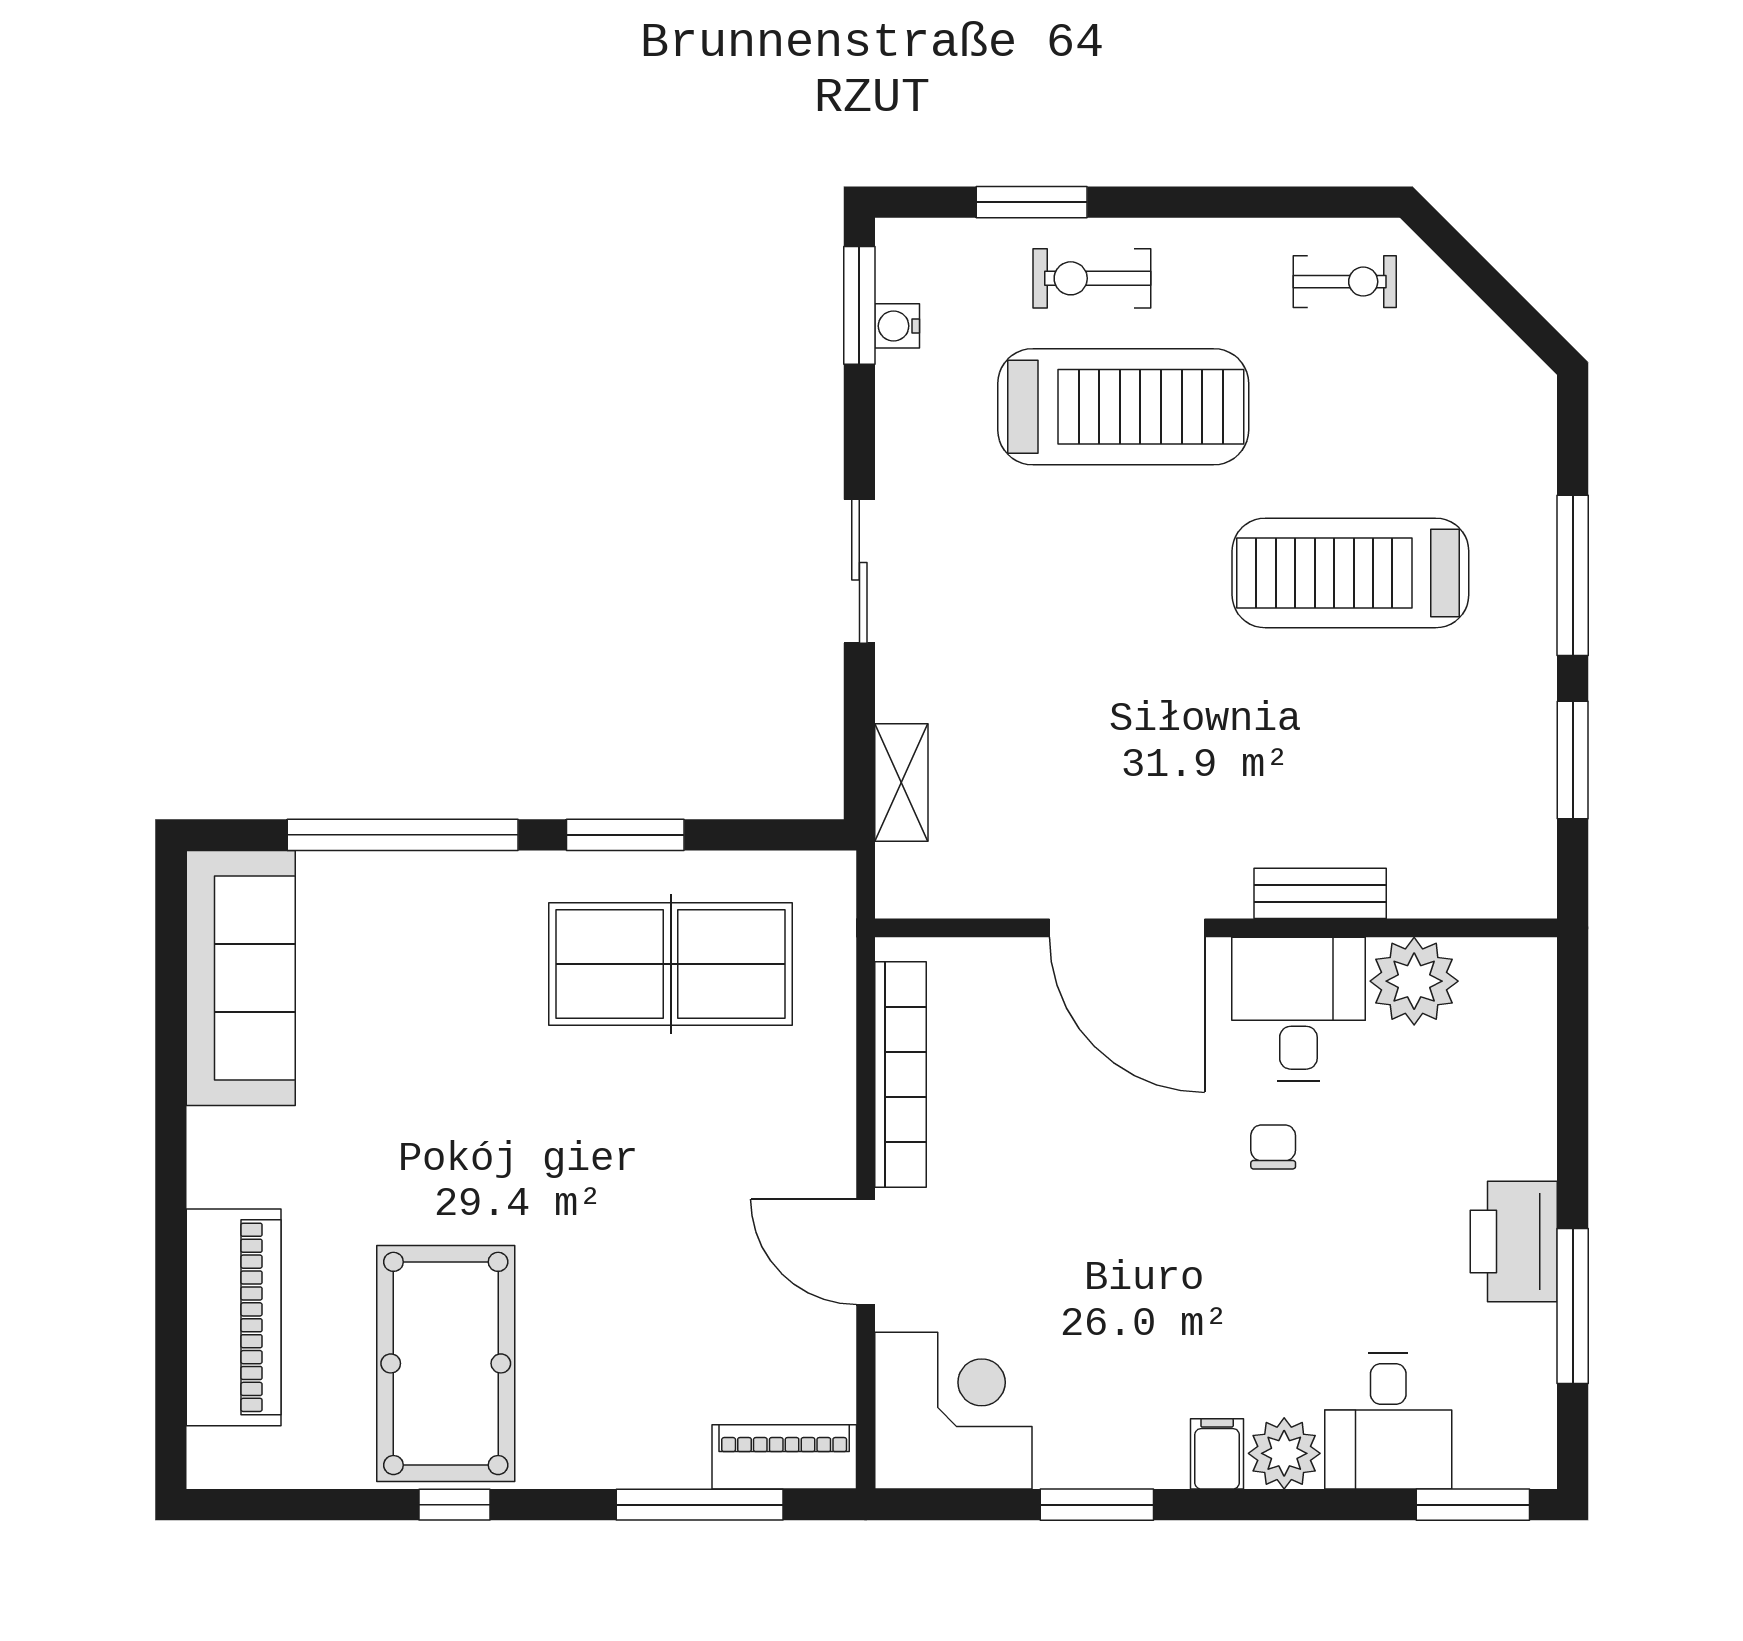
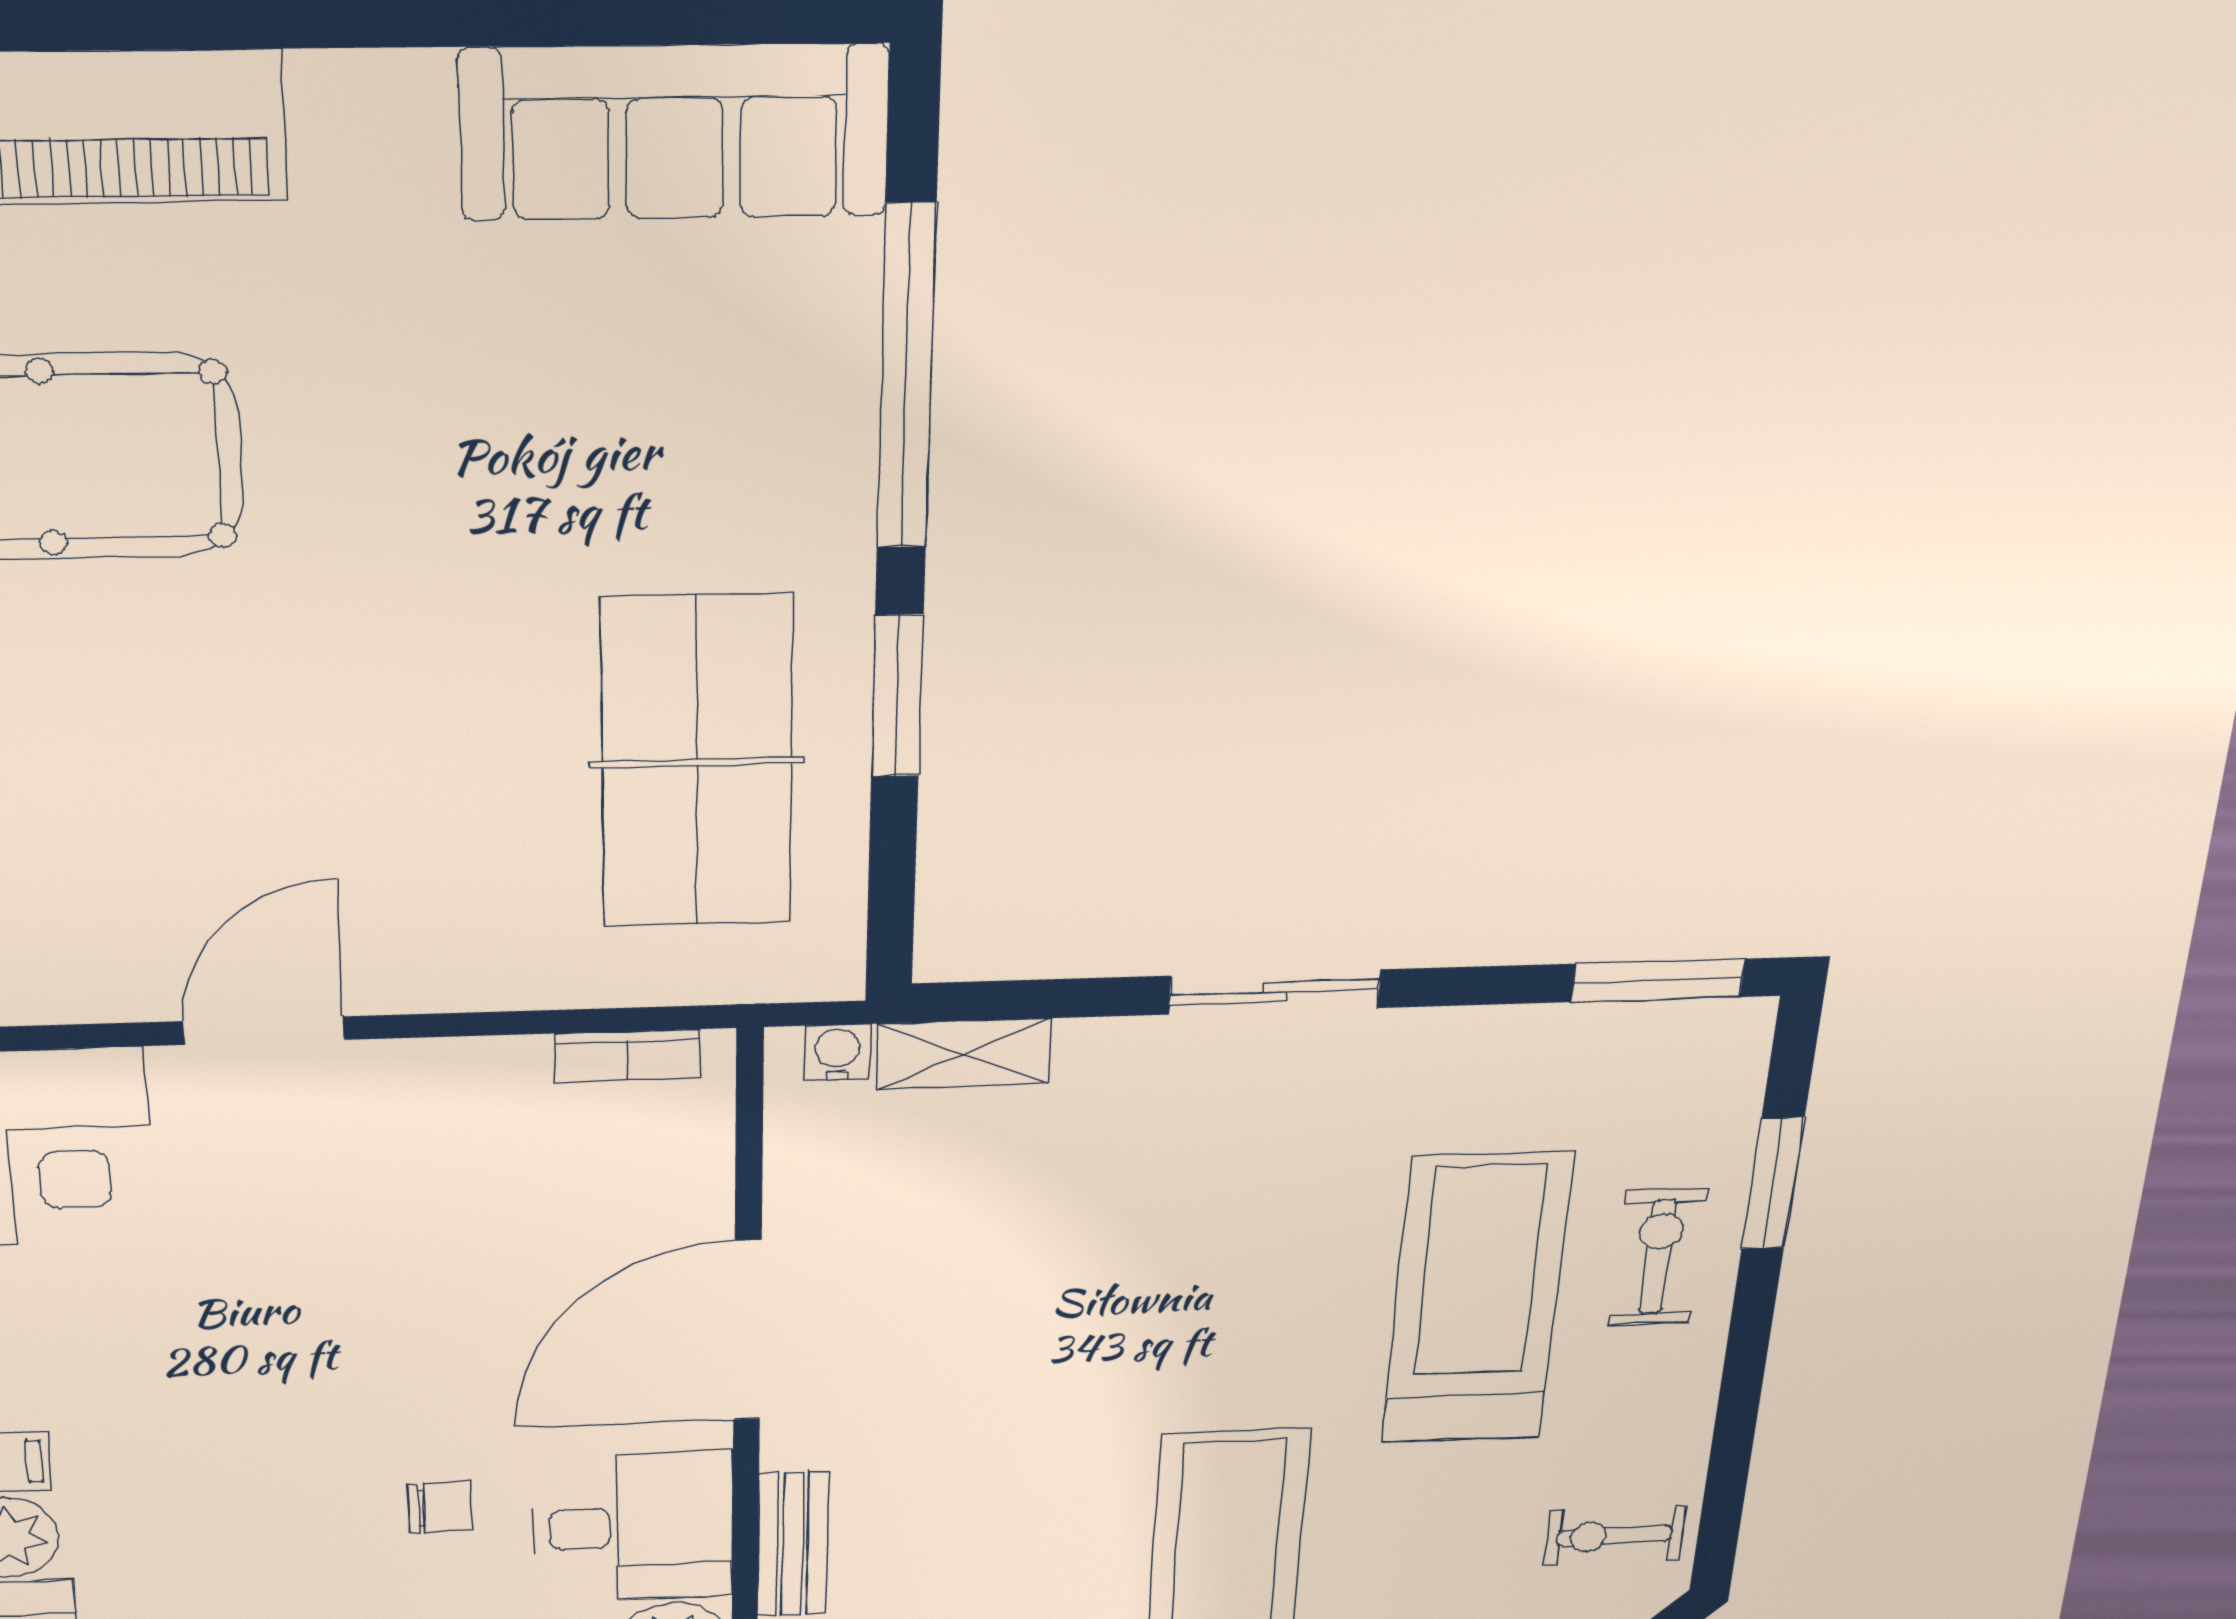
exercise bike: (1345, 282) -> (1614, 1536), turned 90
water cooler: (897, 326) -> (837, 1053), moved
treadmill: (1123, 407) -> (1476, 1299), turned 180
bookcase: (901, 1075) -> (628, 1056), width x0.43, depth x0.76

